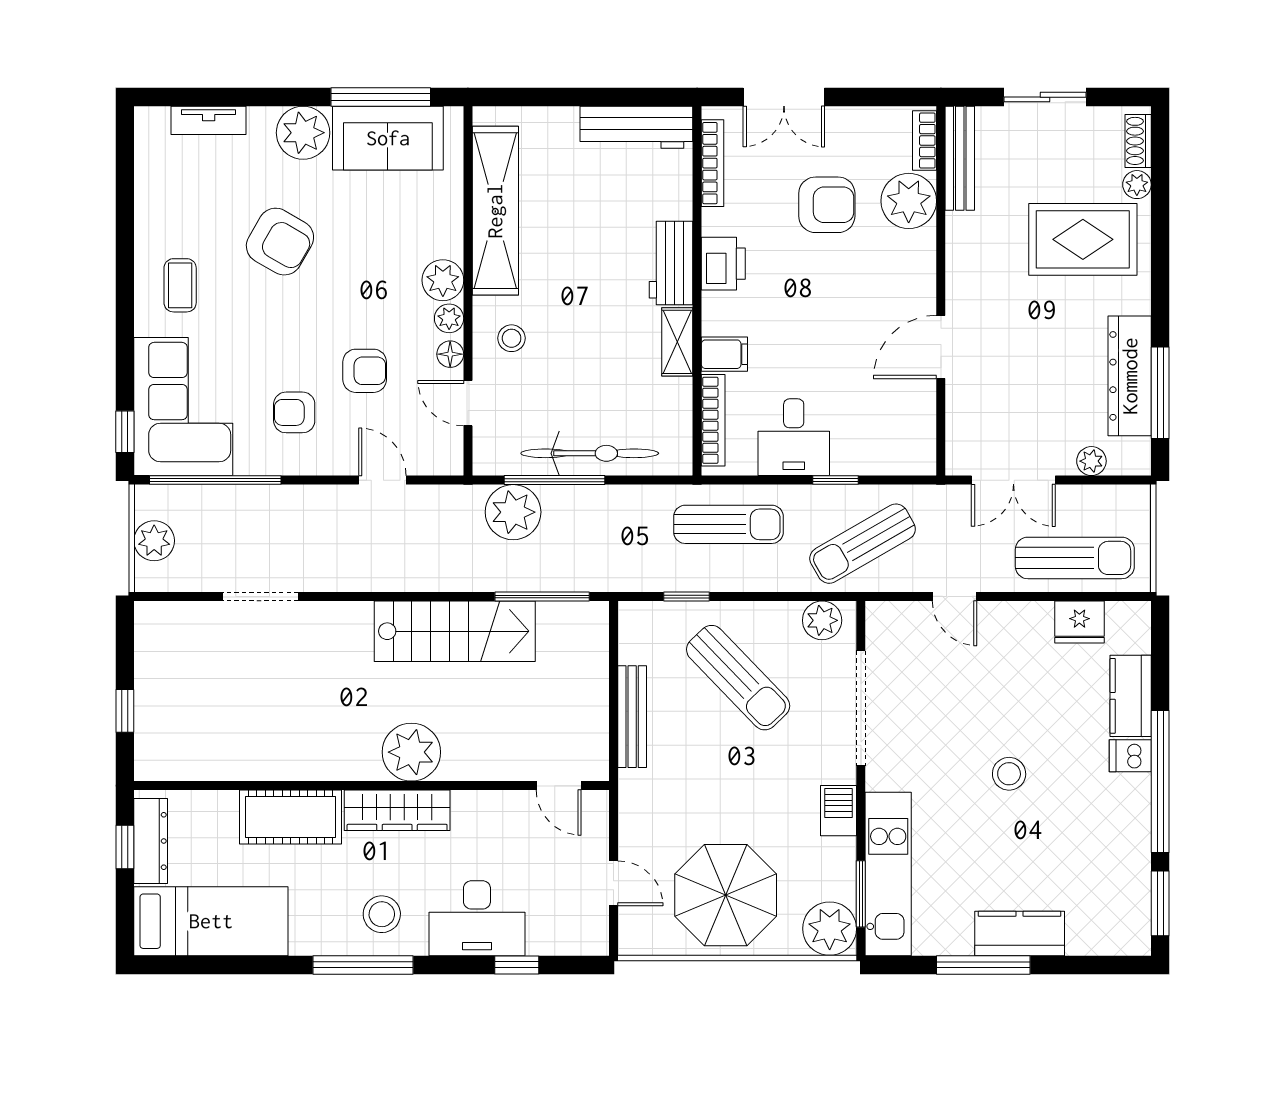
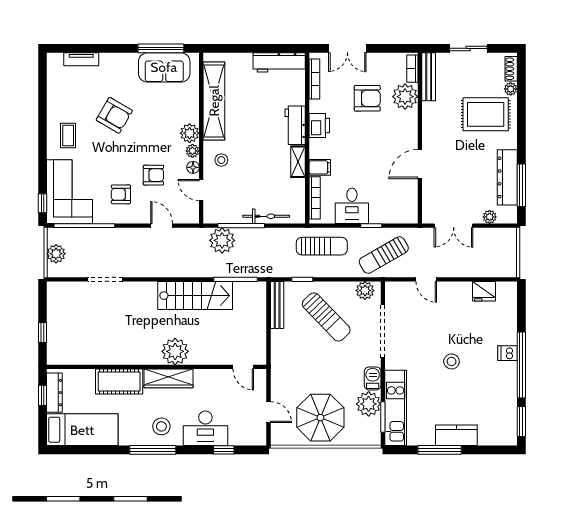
plant: (303, 133) -> (125, 65), removed
bicycle: (590, 453) -> (266, 216), width x0.73, depth x0.71
sun lounger: (1075, 558) -> (482, 262), removed
kitchen counter: (1131, 696) -> (508, 325), removed
bench: (632, 717) -> (277, 305), moved
plant: (830, 929) -> (369, 404), moved

